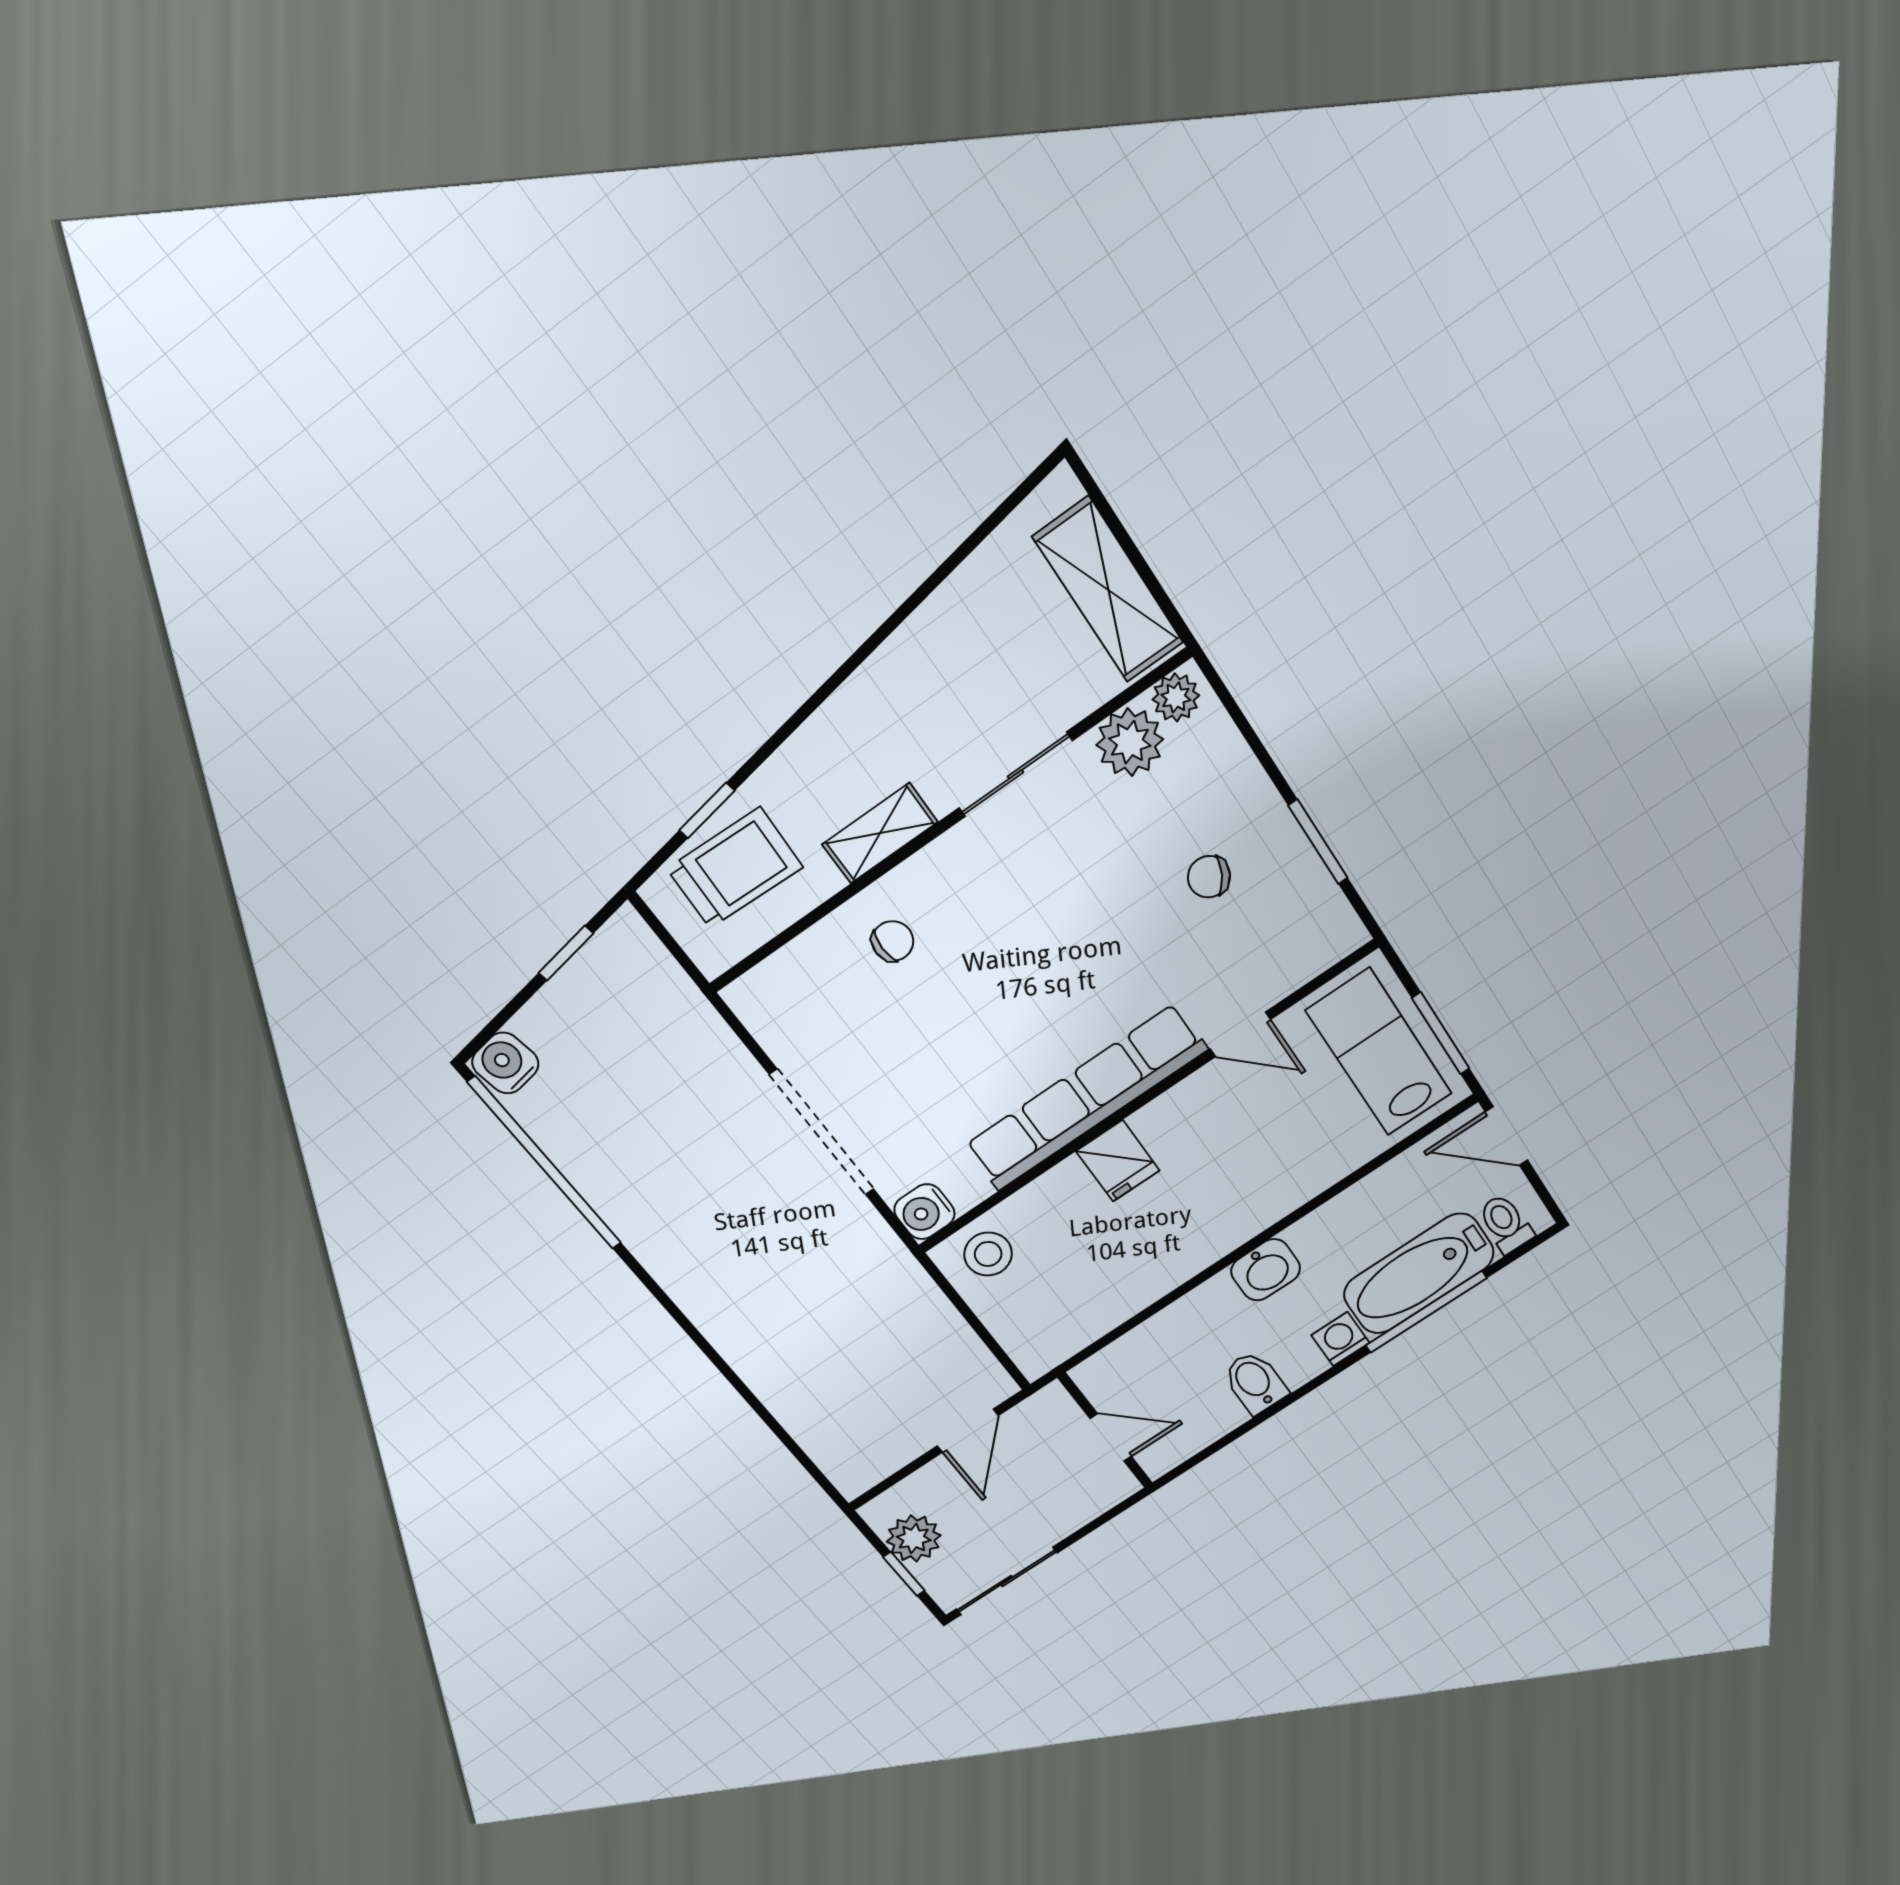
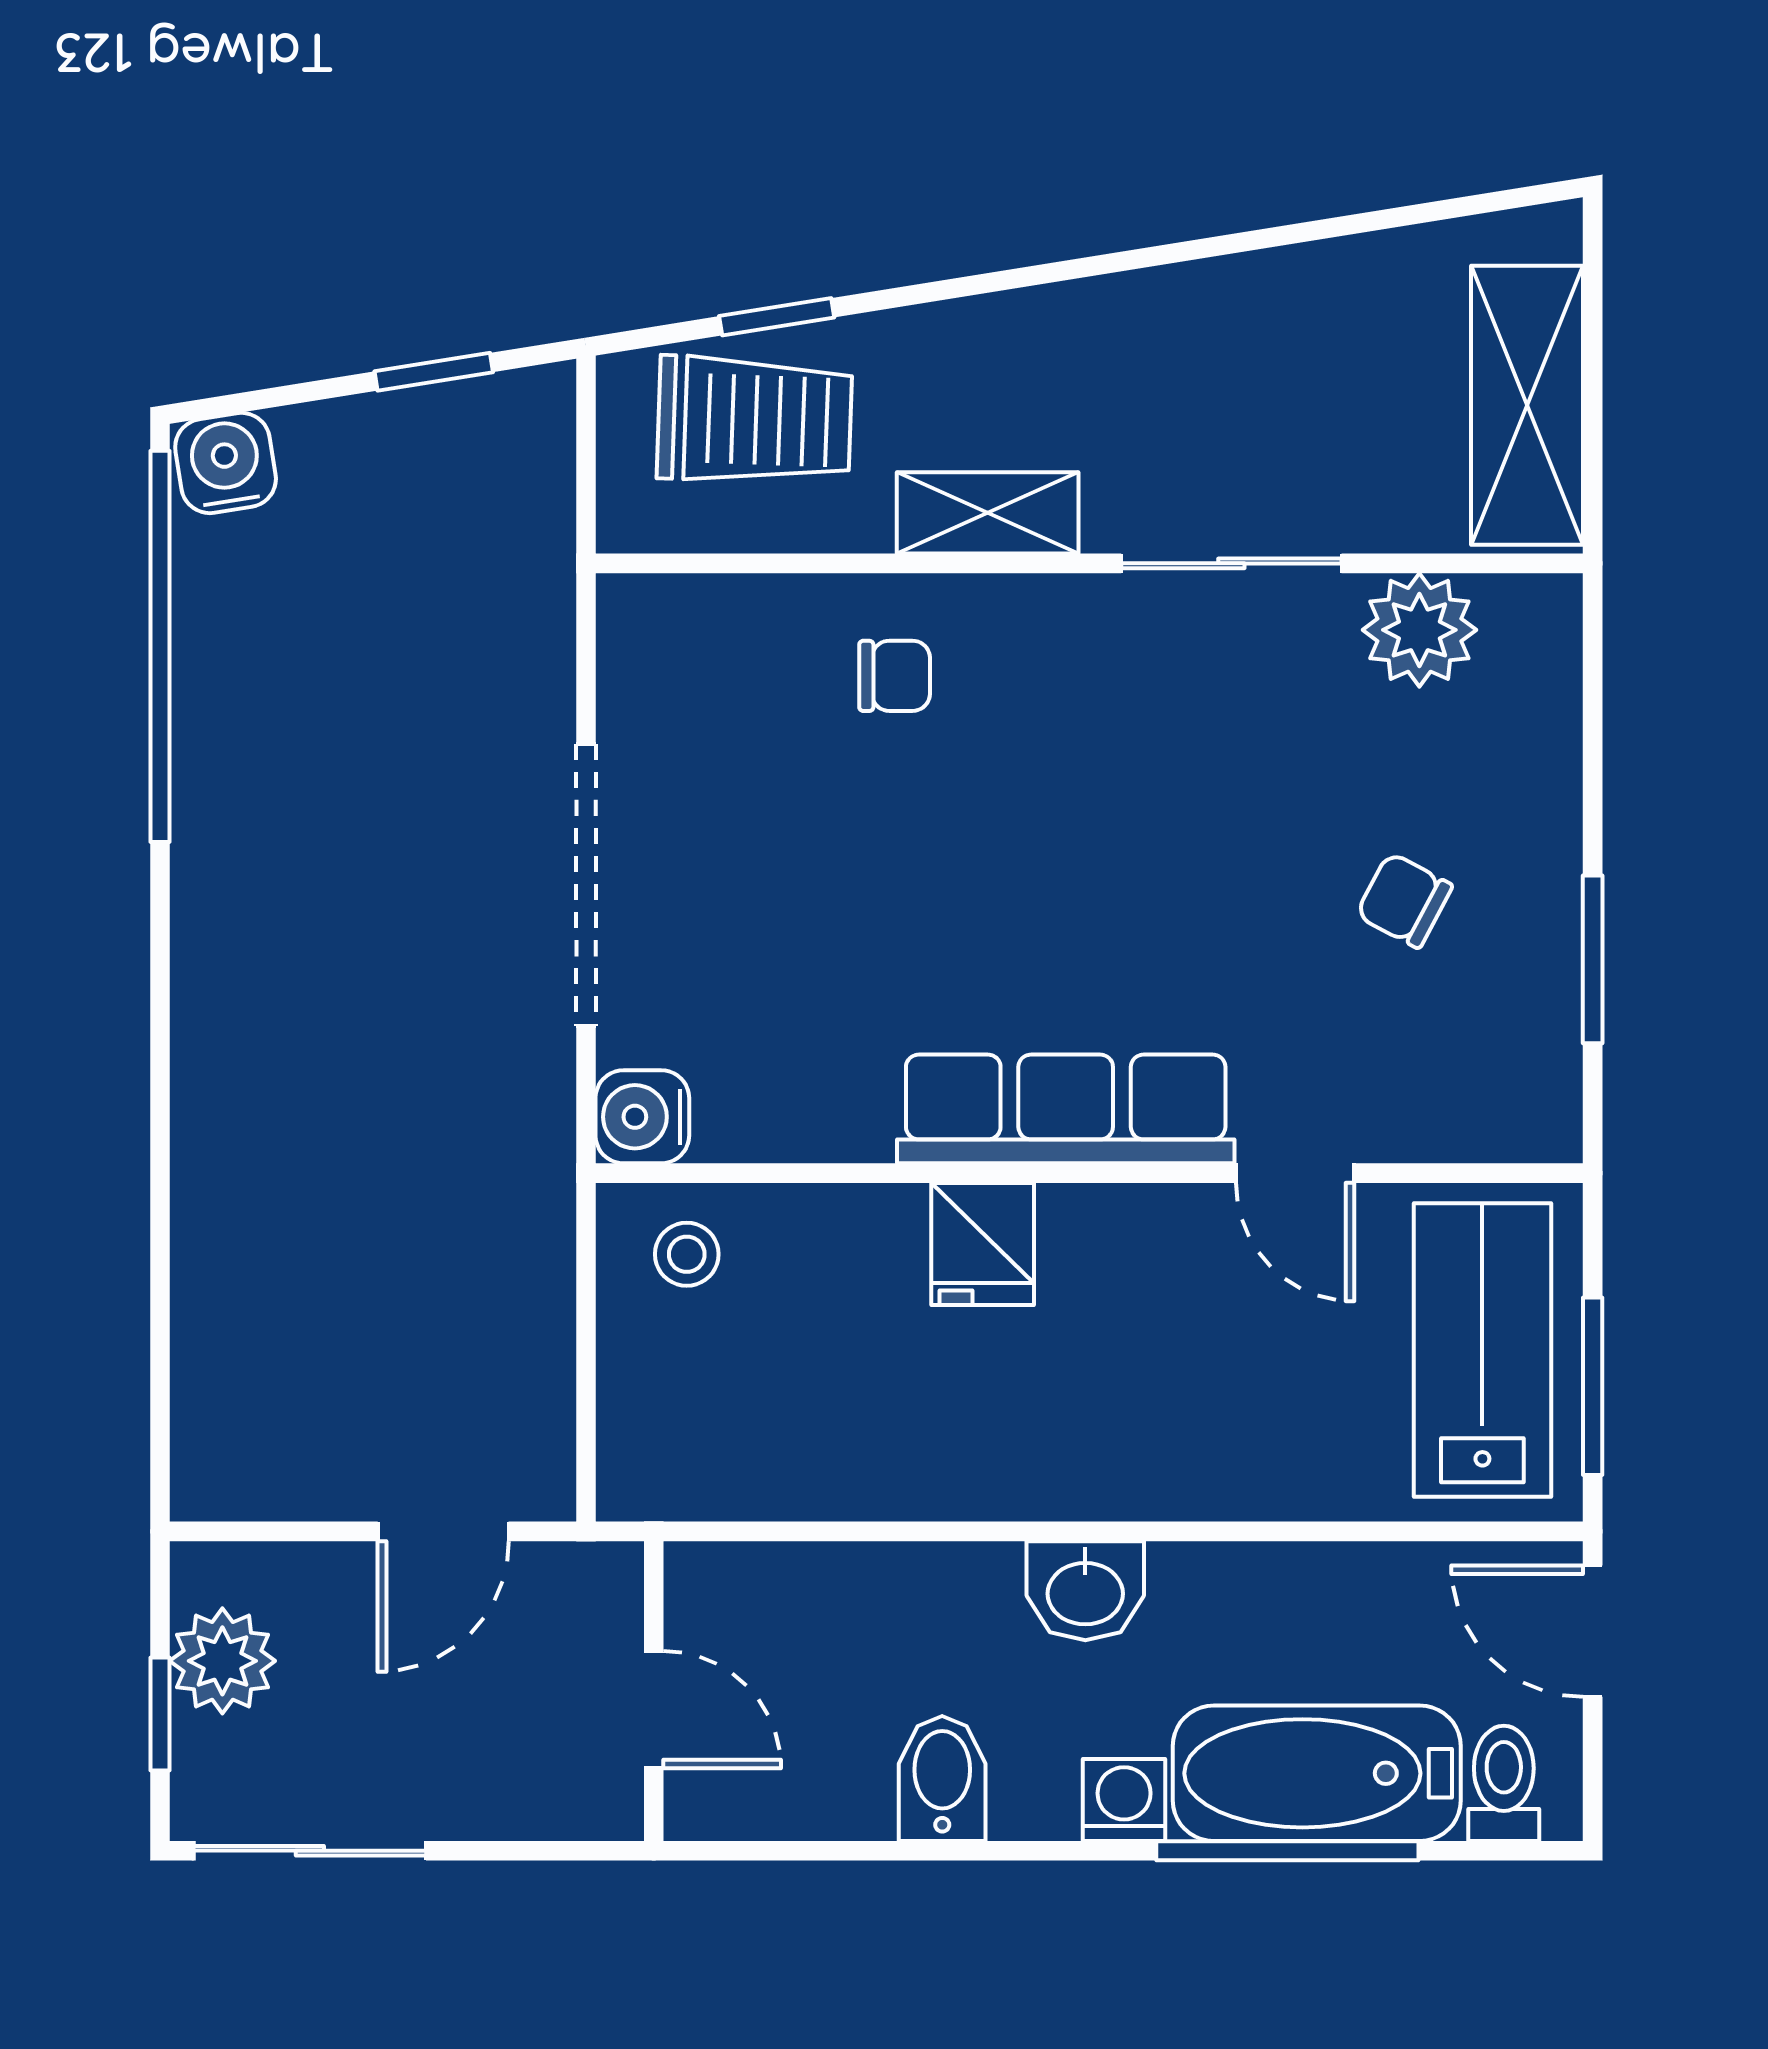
plant: (1176, 697) -> (1524, 613), removed
row of seats: (1086, 1098) -> (1066, 1109), width x0.73
stool: (988, 1254) -> (687, 1254), width x0.73, depth x0.73

